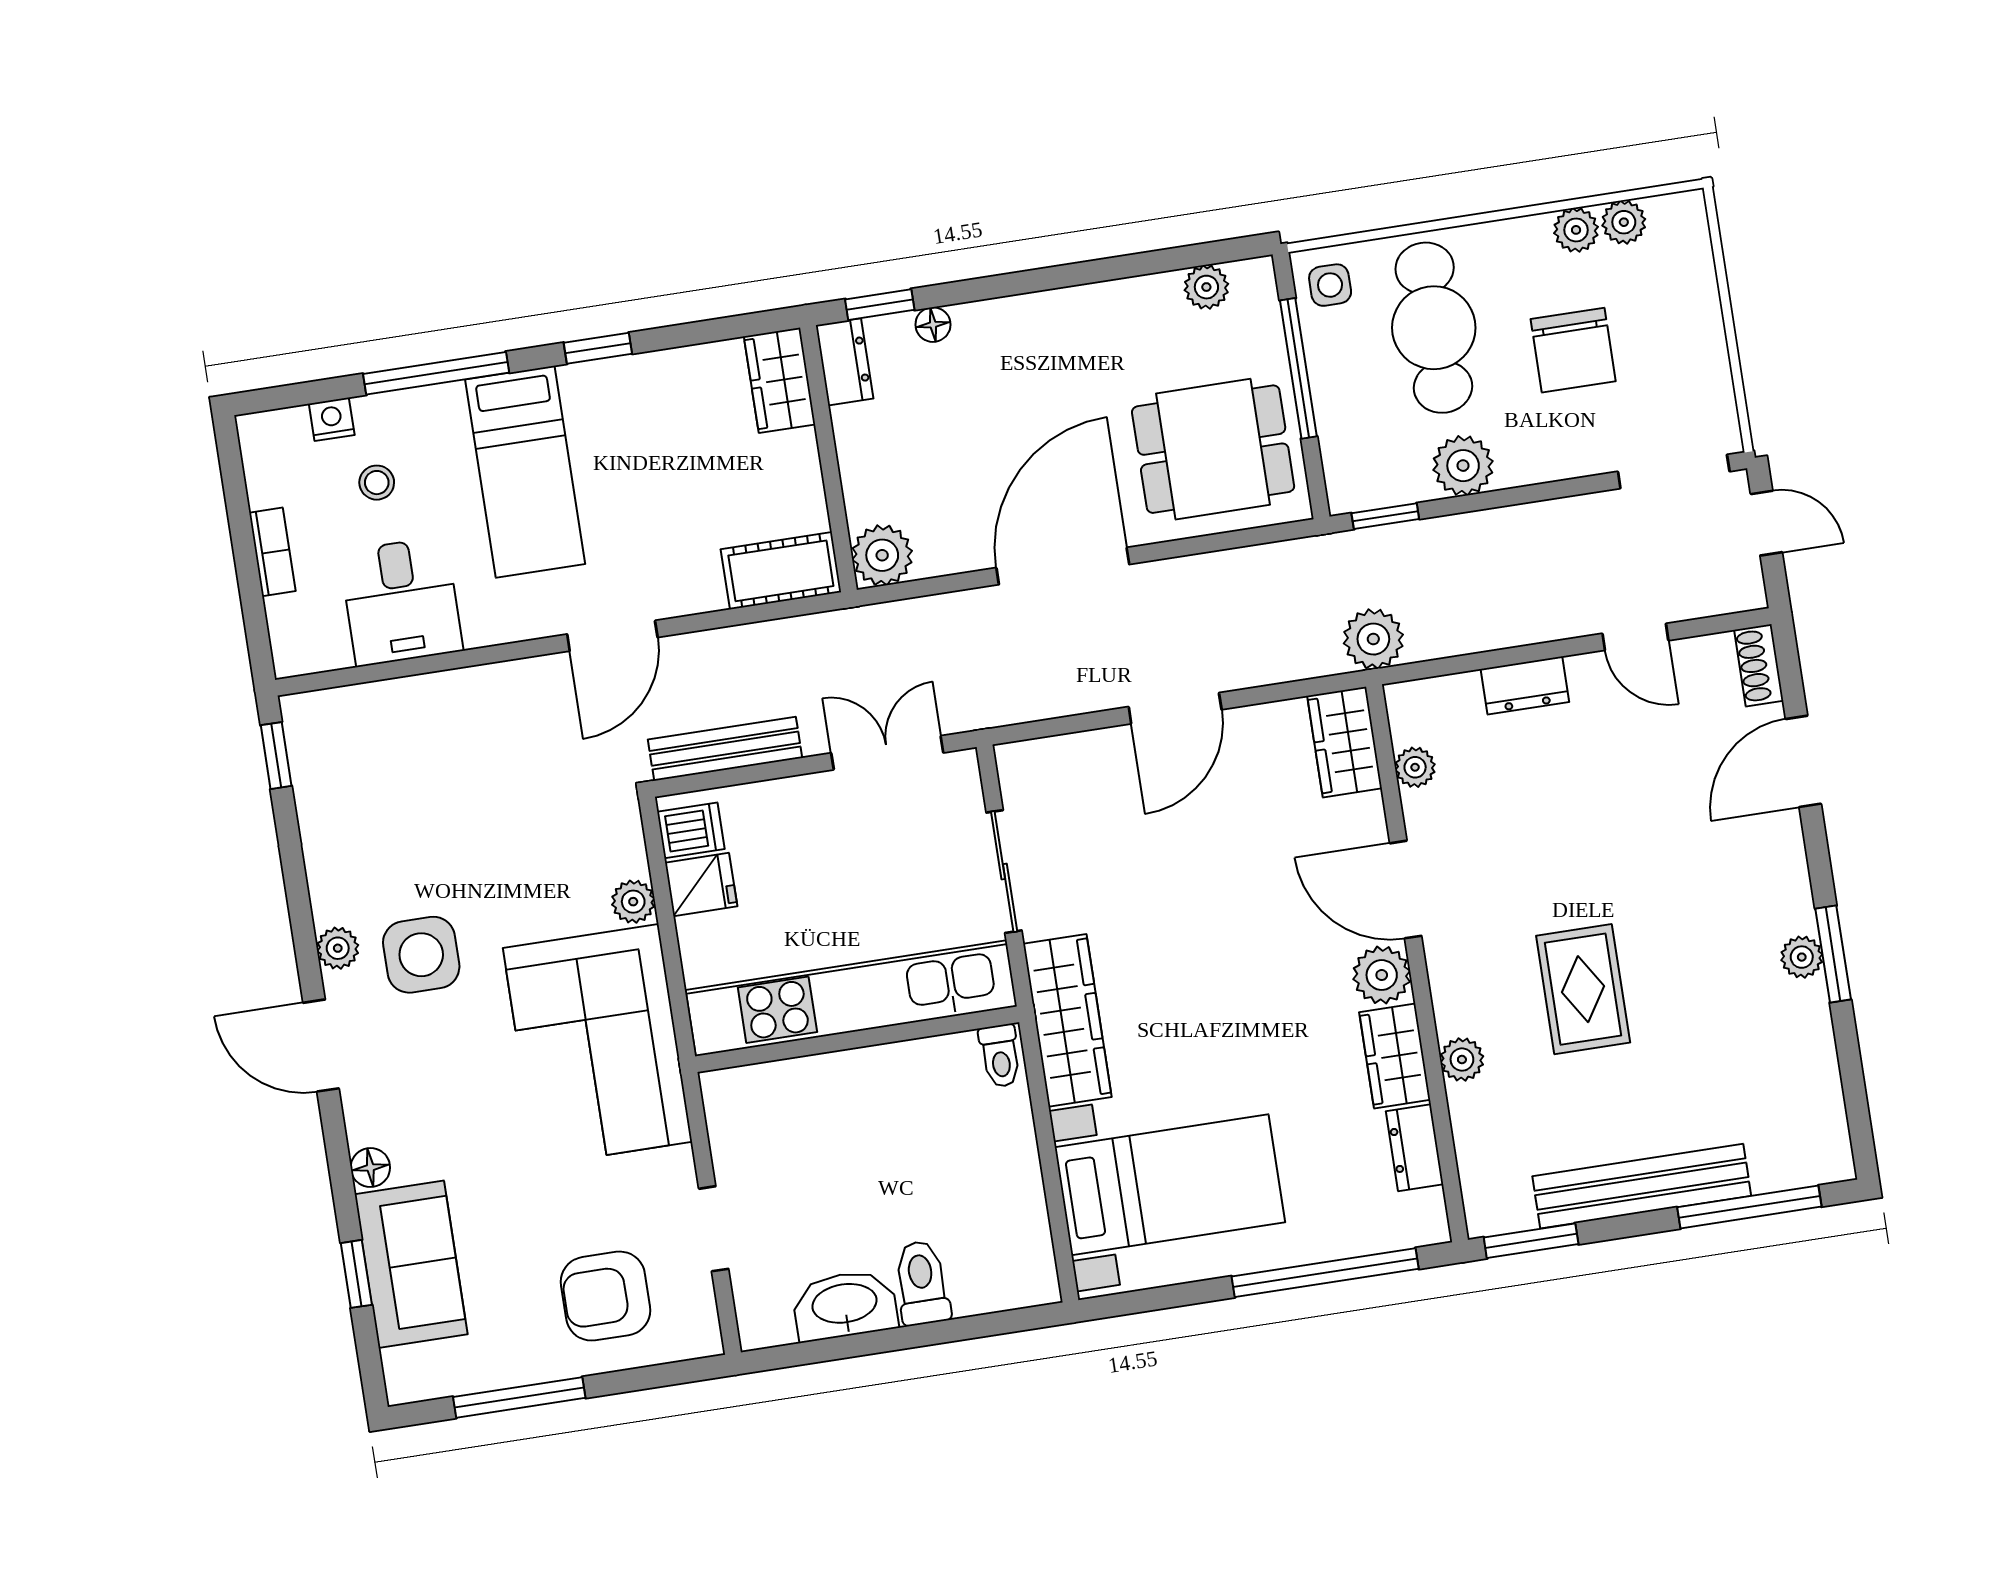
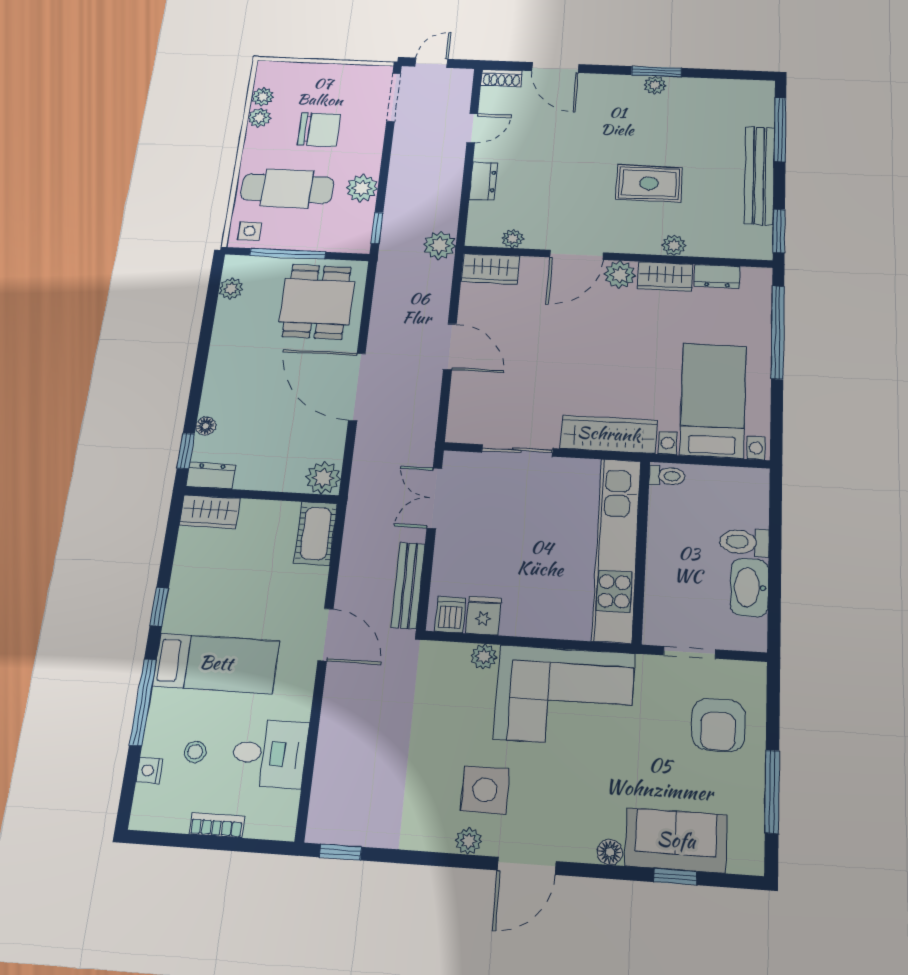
kitchen unit: (851, 998) -> (616, 549), moved
wall: (857, 1039) -> (641, 551), moved
toilet: (1000, 1056) -> (667, 476), moved

